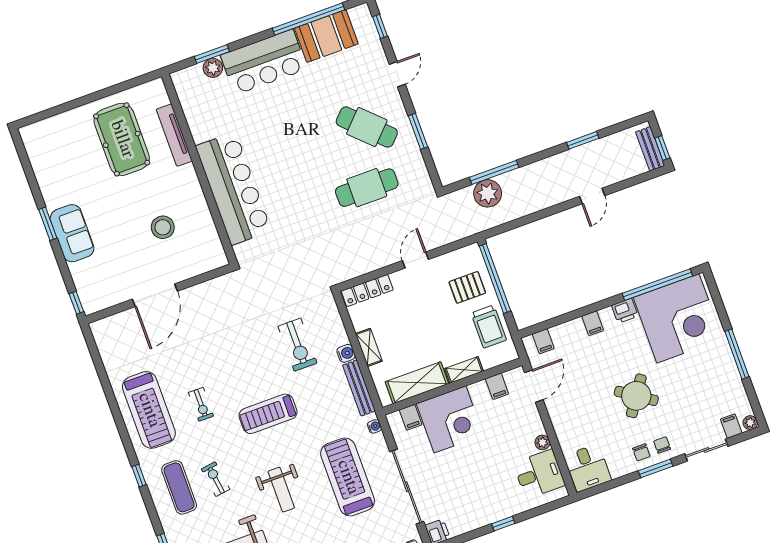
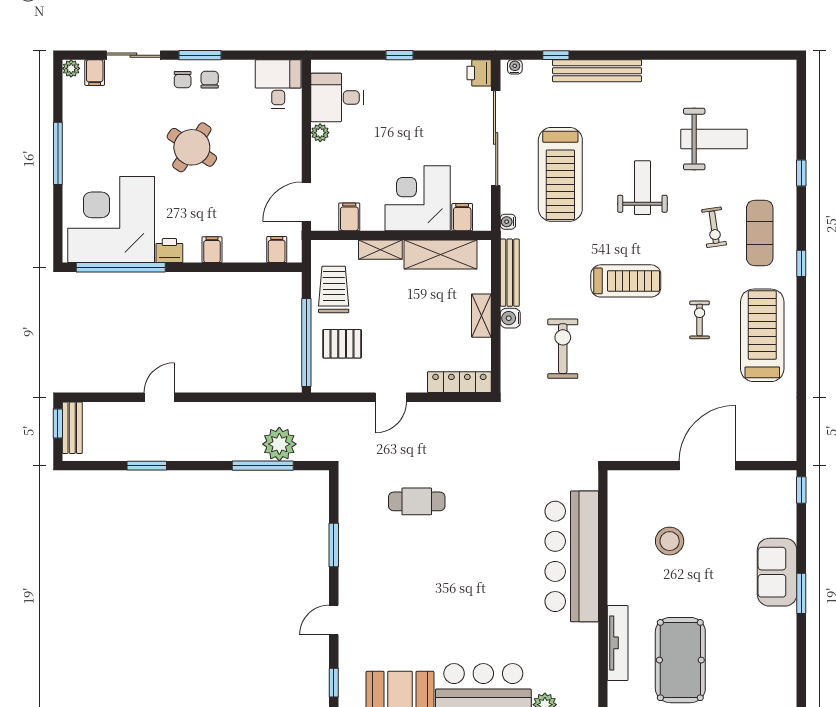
cafe table: (367, 127) -> (391, 572), removed
cafe table: (367, 188) -> (417, 501), width x0.73, depth x0.74

